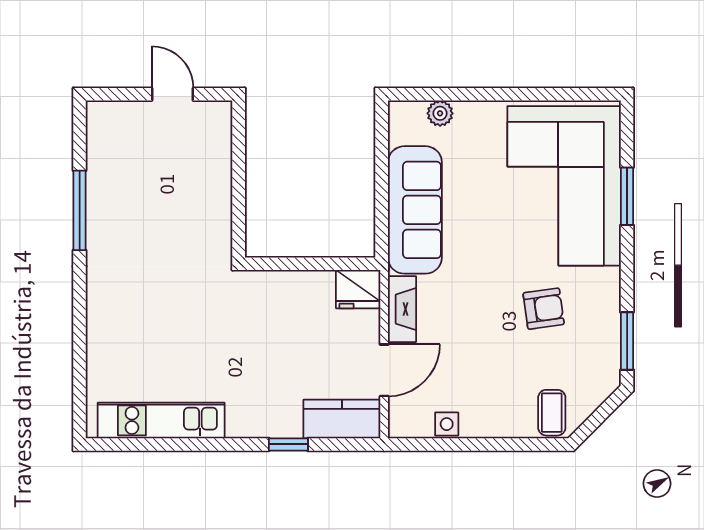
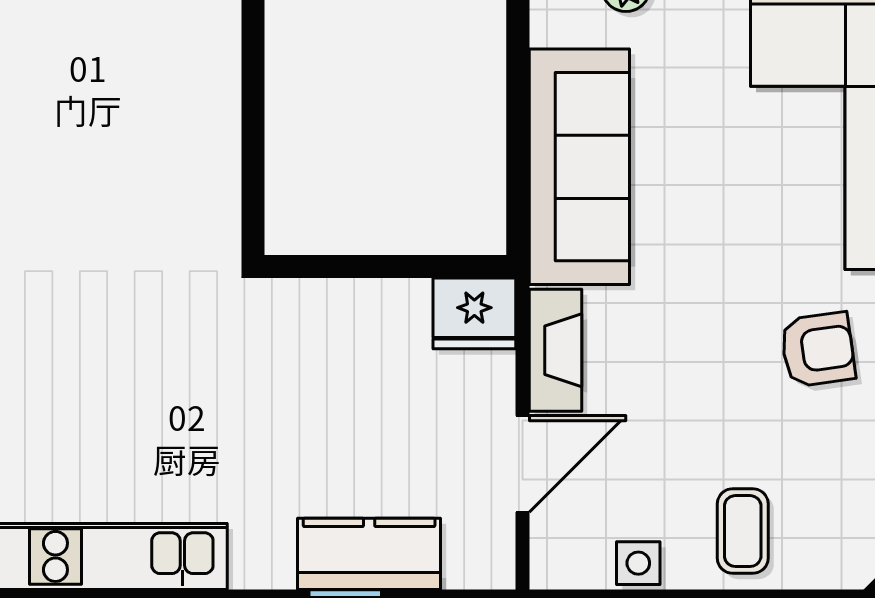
coffee table: (552, 413) -> (743, 531), moved
kitchen counter: (342, 419) -> (369, 554), moved

